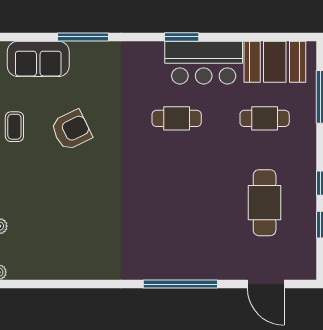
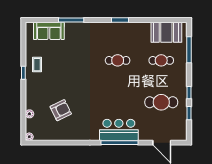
bar counter: (204, 63) -> (119, 130), moved, turned 180
armchair: (71, 130) -> (61, 110), moved
cafe table: (265, 203) -> (161, 102), turned 90

